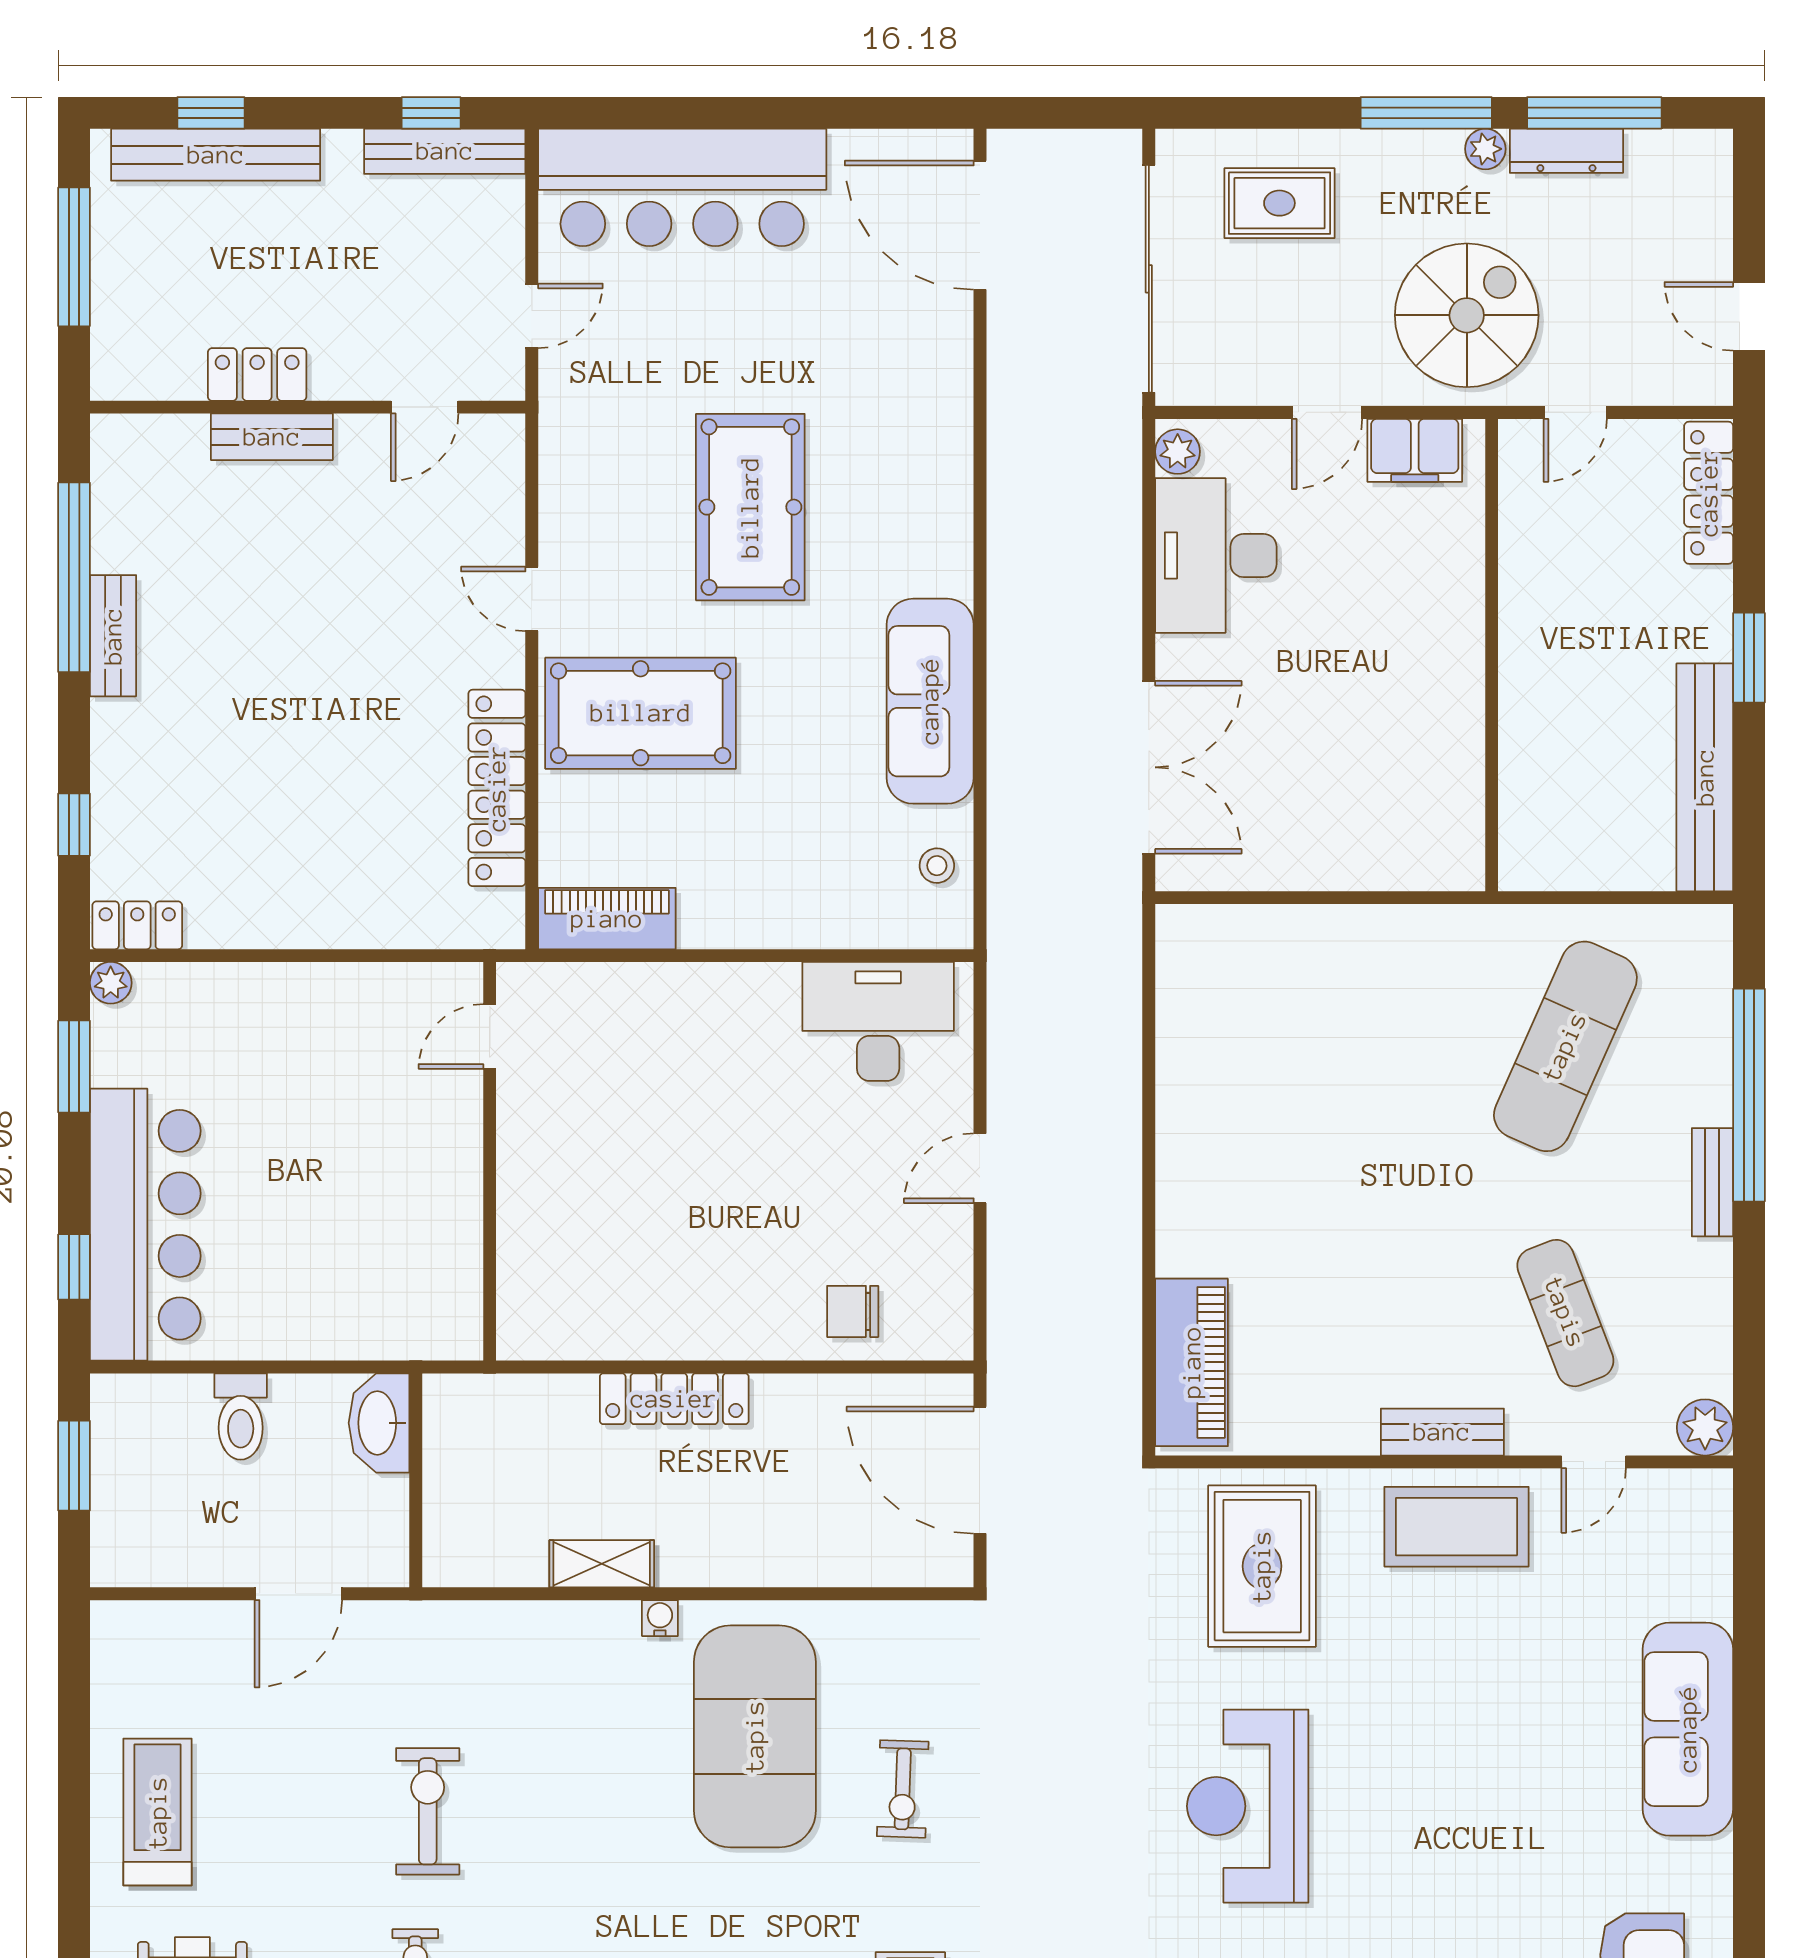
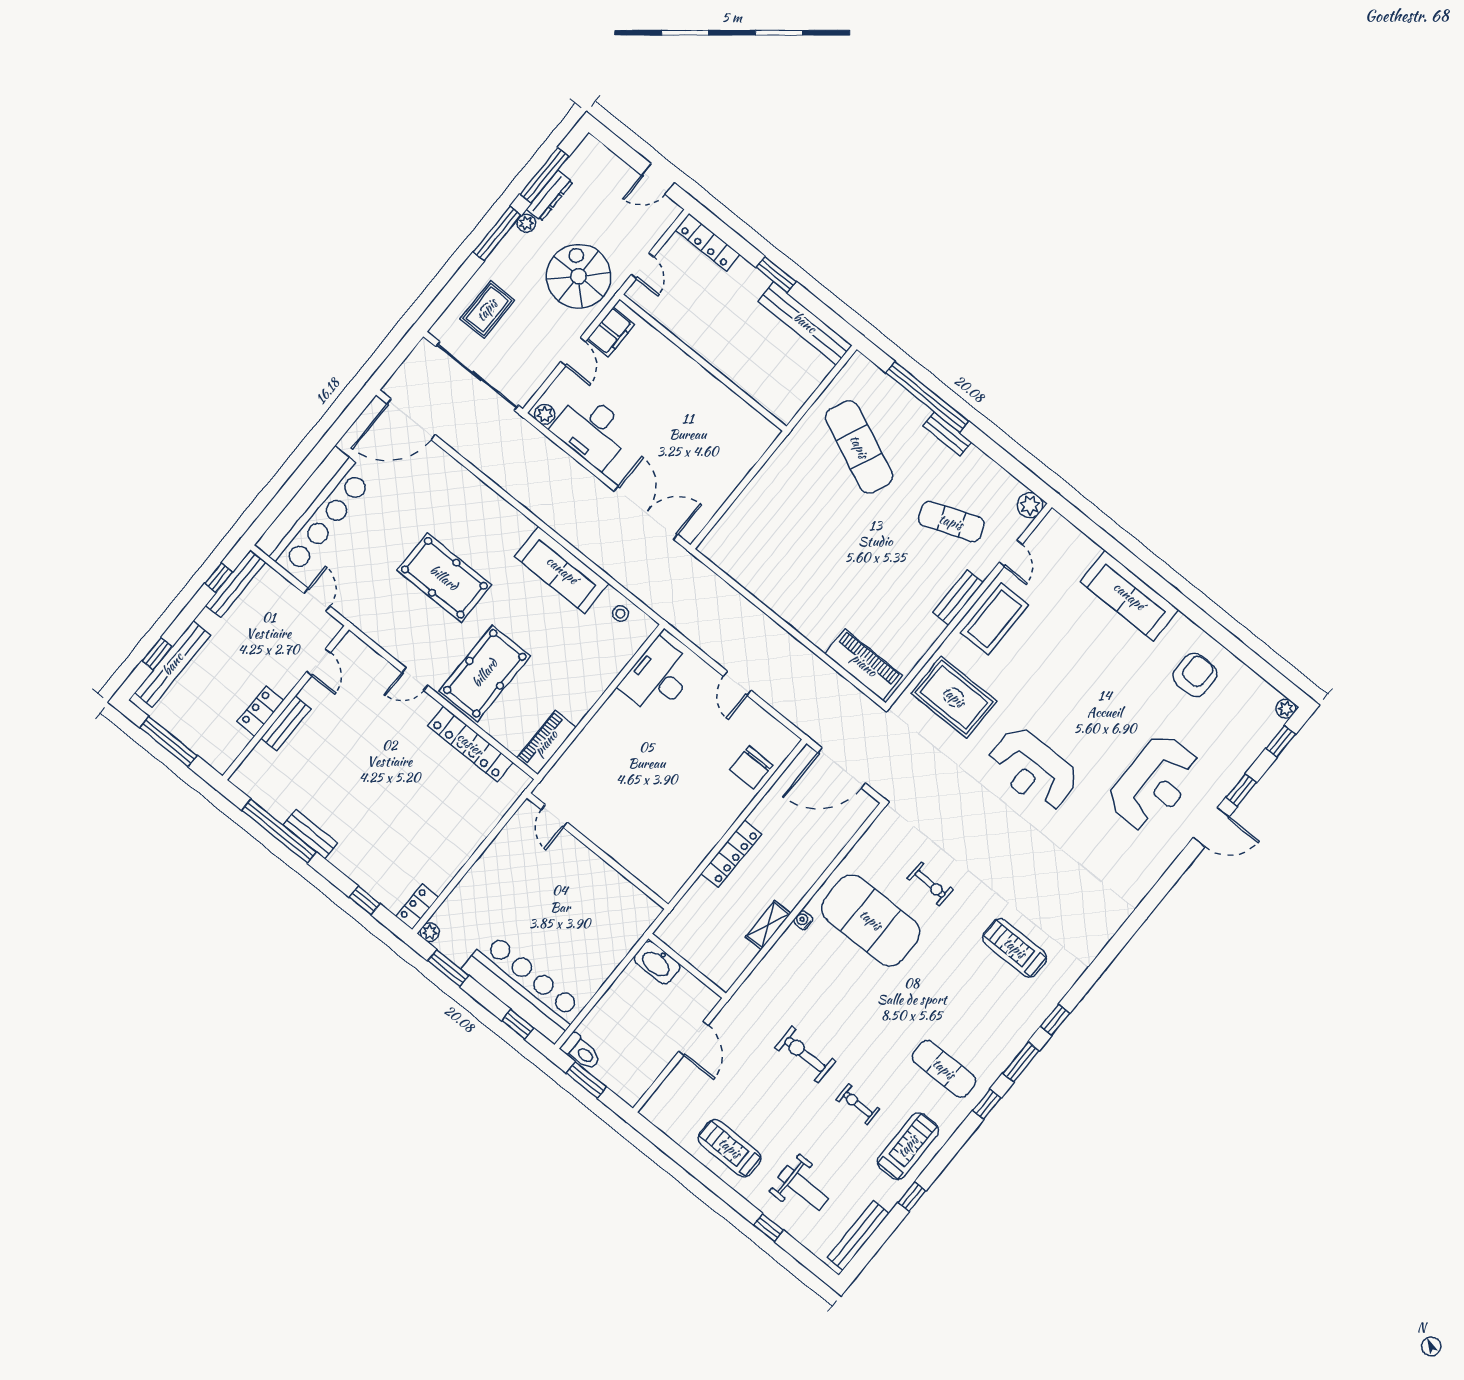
chair: (853, 1311) -> (751, 768), width x1.37, depth x1.37
toilet: (241, 1417) -> (581, 1052), moved

